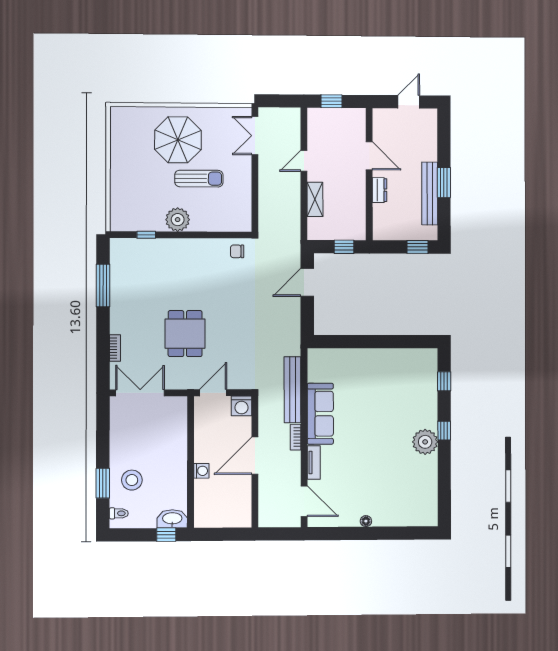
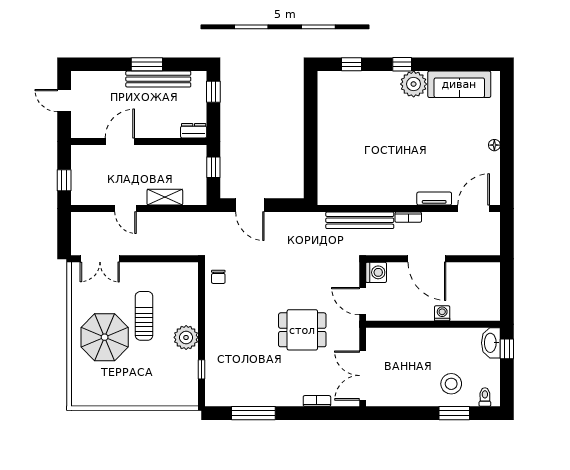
dresser: (380, 190) -> (194, 131), moved
sofa: (320, 414) -> (459, 84), moved, turned 180

